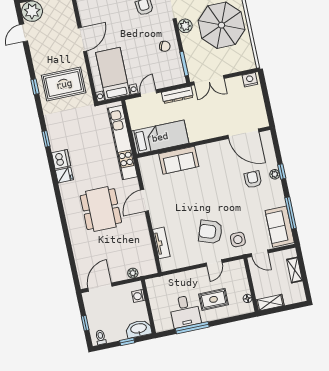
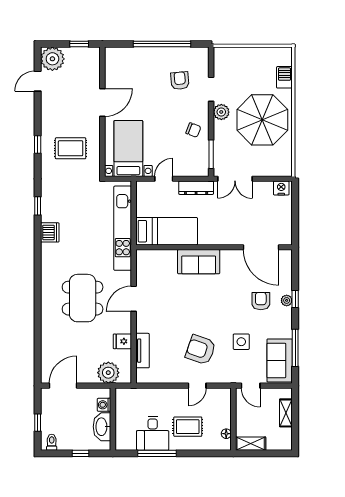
rug: (64, 84) -> (71, 148), width x0.73, depth x0.70
sofa: (179, 160) -> (199, 262), moved
fridge: (64, 175) -> (122, 341), moved, turned 180
side table: (238, 240) -> (241, 342), moved
plant: (133, 273) -> (108, 373), width x1.88, depth x1.88
washbasin: (139, 329) -> (102, 427), moved, turned -90

